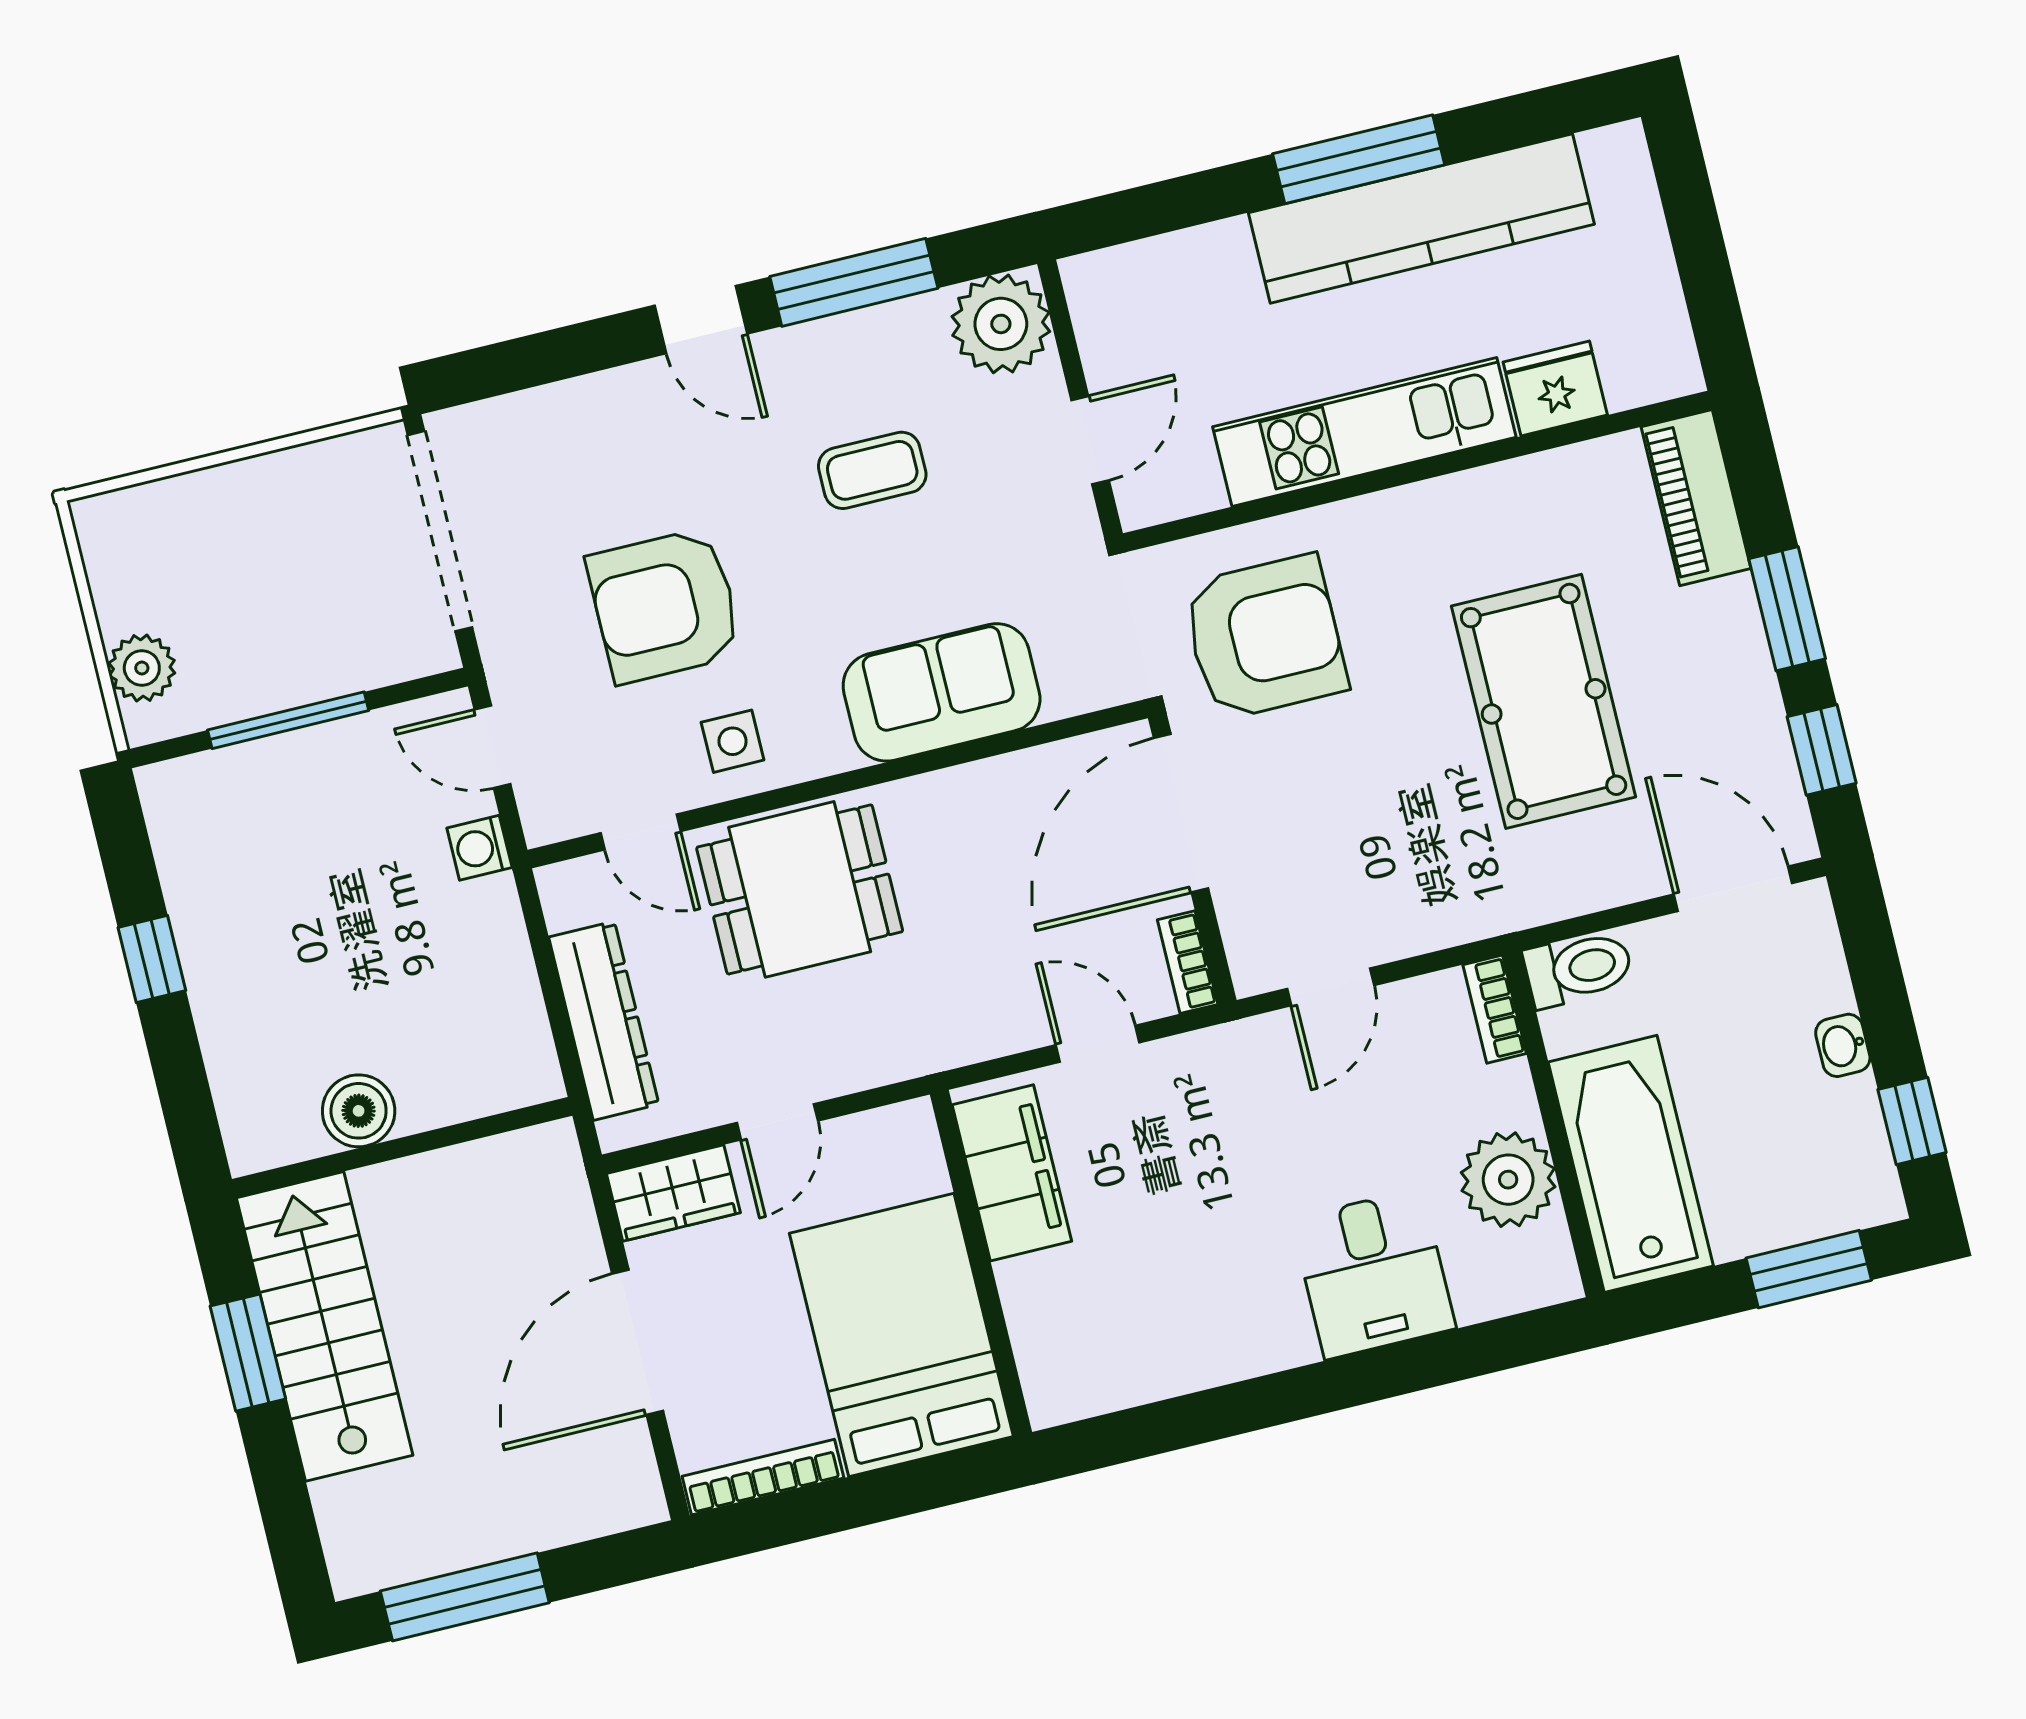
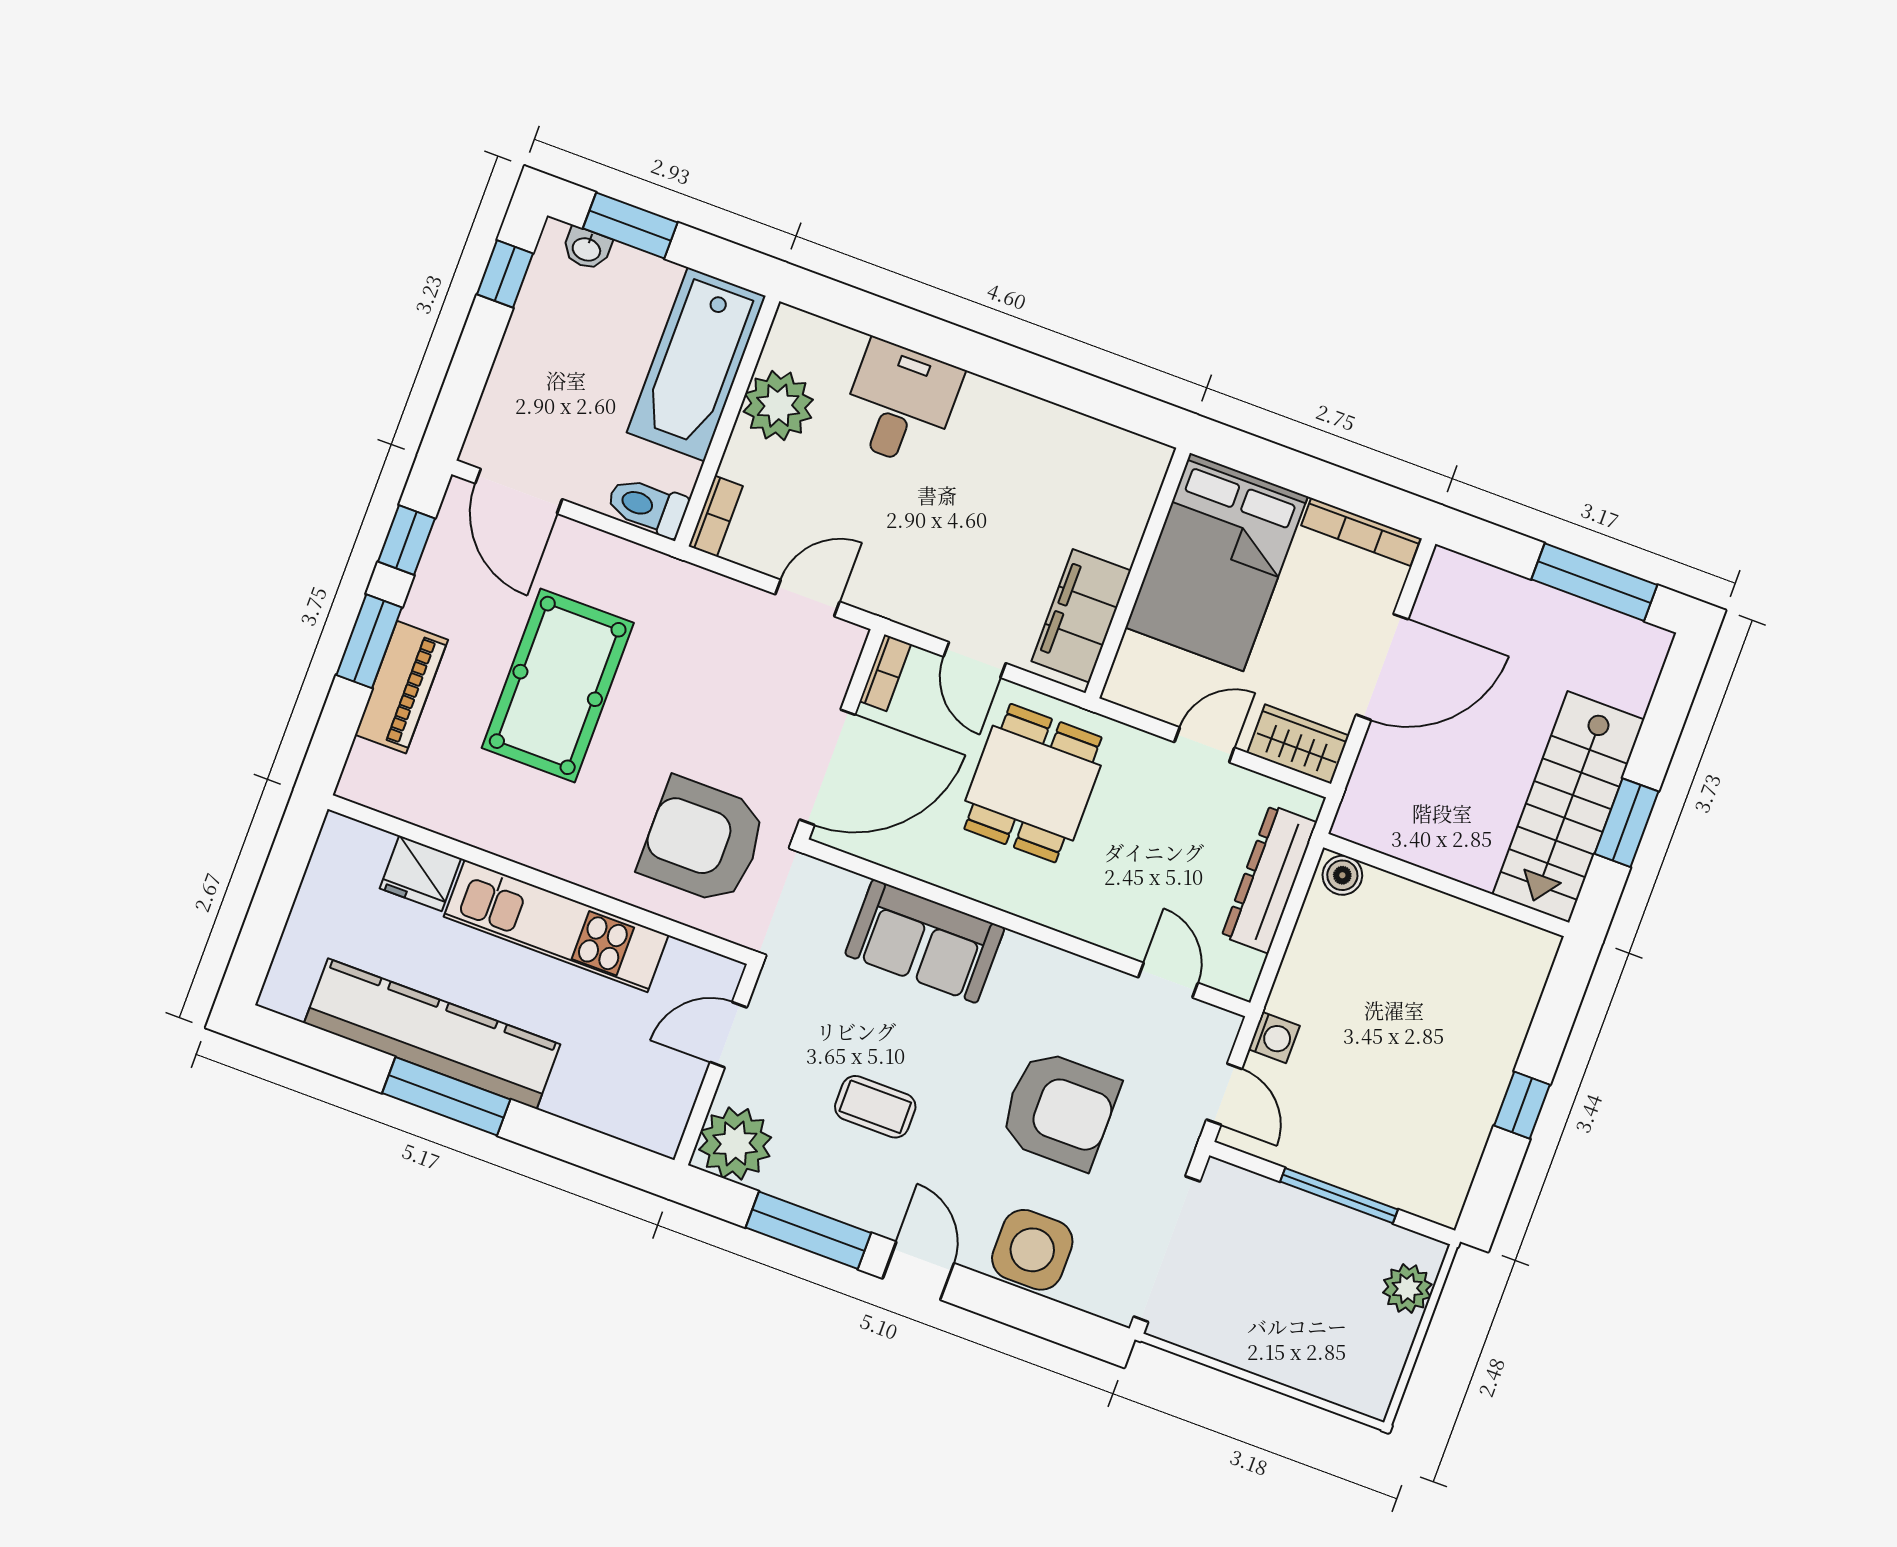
piano: (1696, 498) -> (401, 687), moved
side table: (733, 741) -> (1032, 1250), moved, width x1.87, depth x1.87
dining table: (800, 889) -> (1033, 783), moved, turned 90
washbasin: (1843, 1045) -> (587, 248), moved, turned 90
boiler: (359, 1111) -> (1342, 875), moved, width x0.73, depth x0.73

